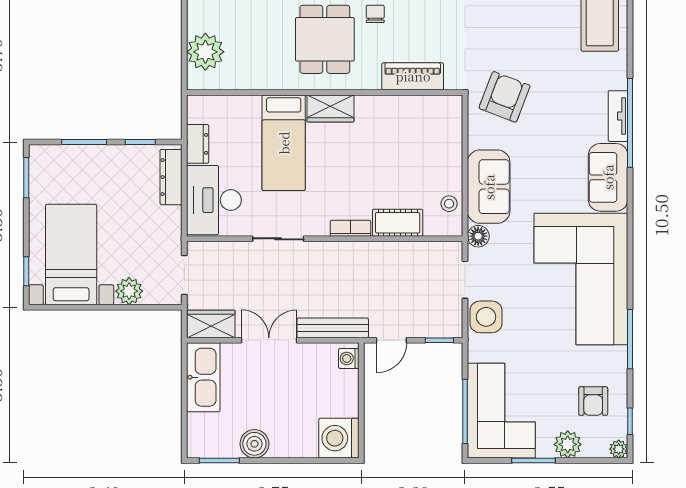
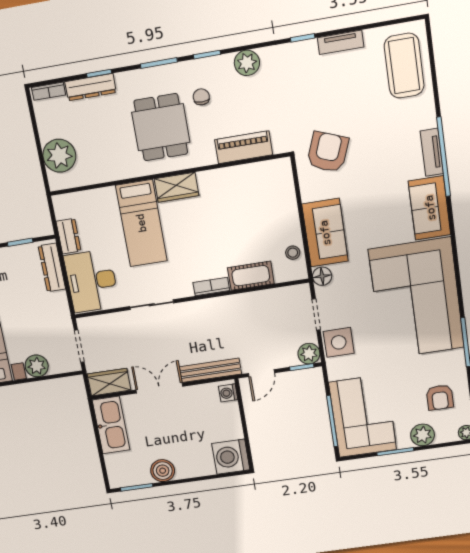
plant: (450, 325) -> (309, 354), added

